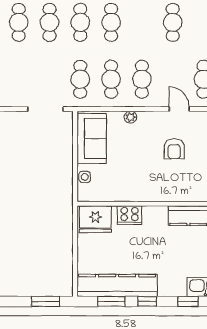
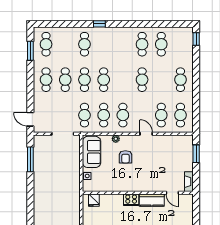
armchair: (174, 149) -> (125, 157), moved
cooker: (129, 215) -> (131, 200), moved
fridge: (95, 219) -> (94, 200), width x0.53, depth x0.75

